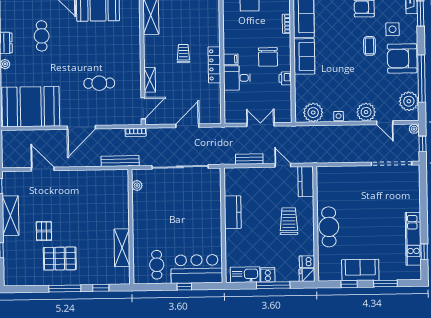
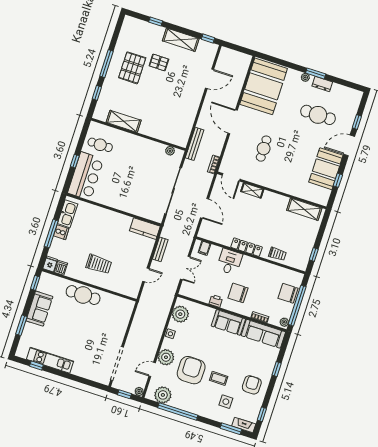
cafe table: (42, 36) -> (318, 115), width x1.37, depth x1.35
trolley: (183, 53) -> (277, 254), moved
armchair: (402, 58) -> (191, 370), moved
filing cabinet: (231, 59) -> (204, 248), moved
kitchen counter: (306, 182) -> (126, 289), removed
kitchen counter: (233, 212) -> (145, 229), moved
window: (349, 284) -> (35, 283), moved

